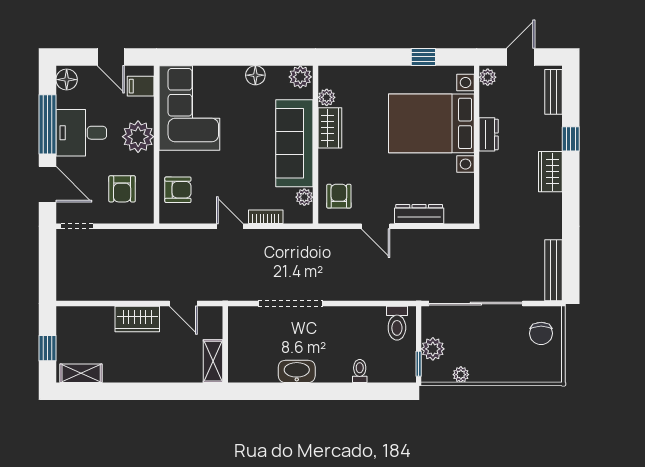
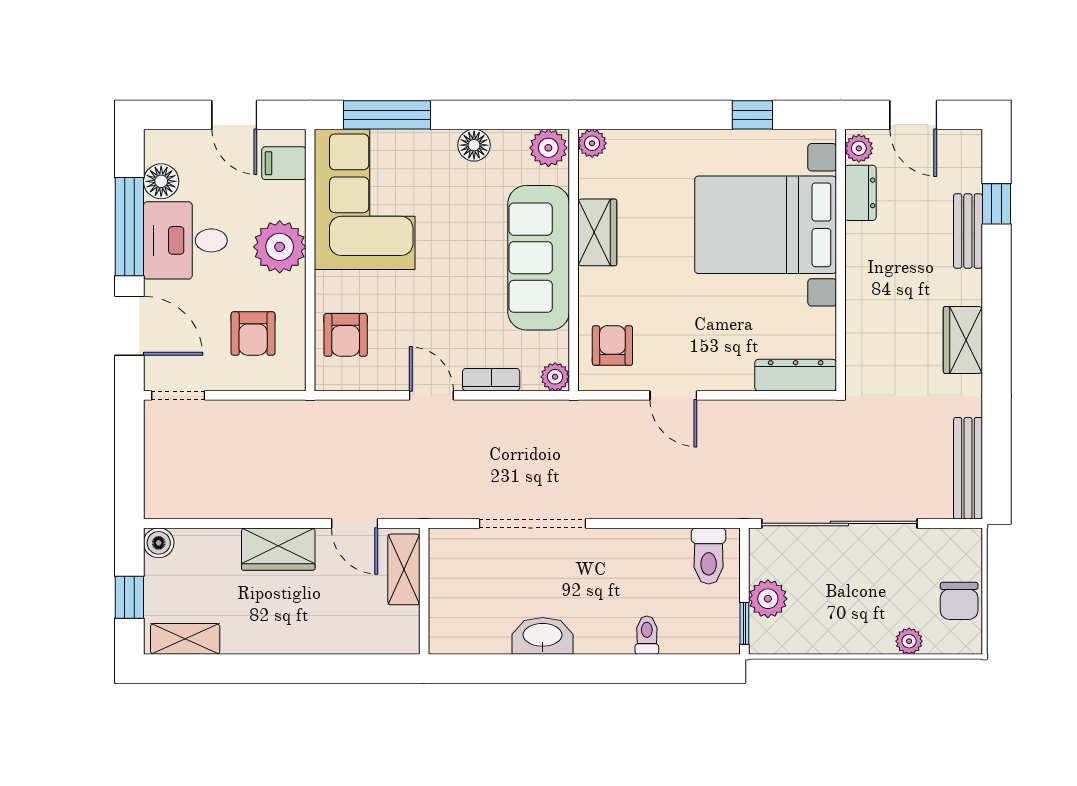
window: (203, 57) -> (387, 115), added
door: (521, 57) -> (913, 115), swing flipped
floor lamp: (67, 80) -> (161, 181), moved
bench: (553, 92) -> (968, 231), moved
plant: (327, 97) -> (592, 143), moved
dresser: (489, 134) -> (860, 193), moved
window: (571, 139) -> (996, 204), moved
wardrobe: (550, 172) -> (963, 340), moved
armchair: (178, 190) -> (346, 335), turned 90
plant: (304, 197) -> (555, 377), moved
dresser: (419, 214) -> (796, 375), moved
boiler: (65, 315) -> (159, 543), added
chair: (541, 333) -> (959, 601), moved
shelving: (213, 361) -> (404, 569), moved
plant: (461, 375) -> (909, 641), moved

